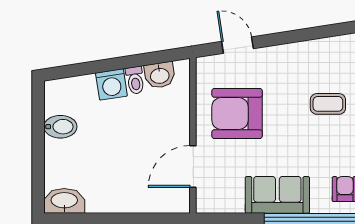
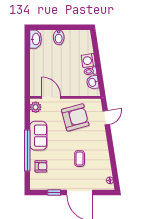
armchair: (237, 114) -> (75, 117), turned 75
bidet: (60, 127) -> (59, 37), moved
plant: (214, 201) -> (36, 107), added

